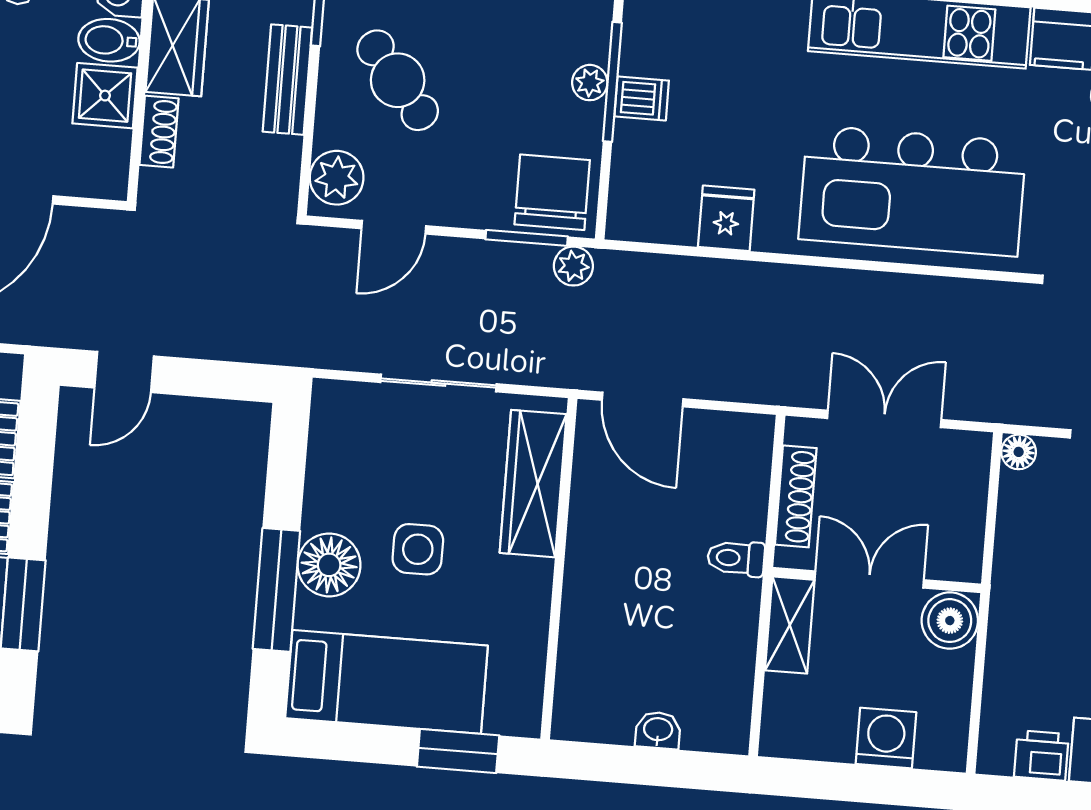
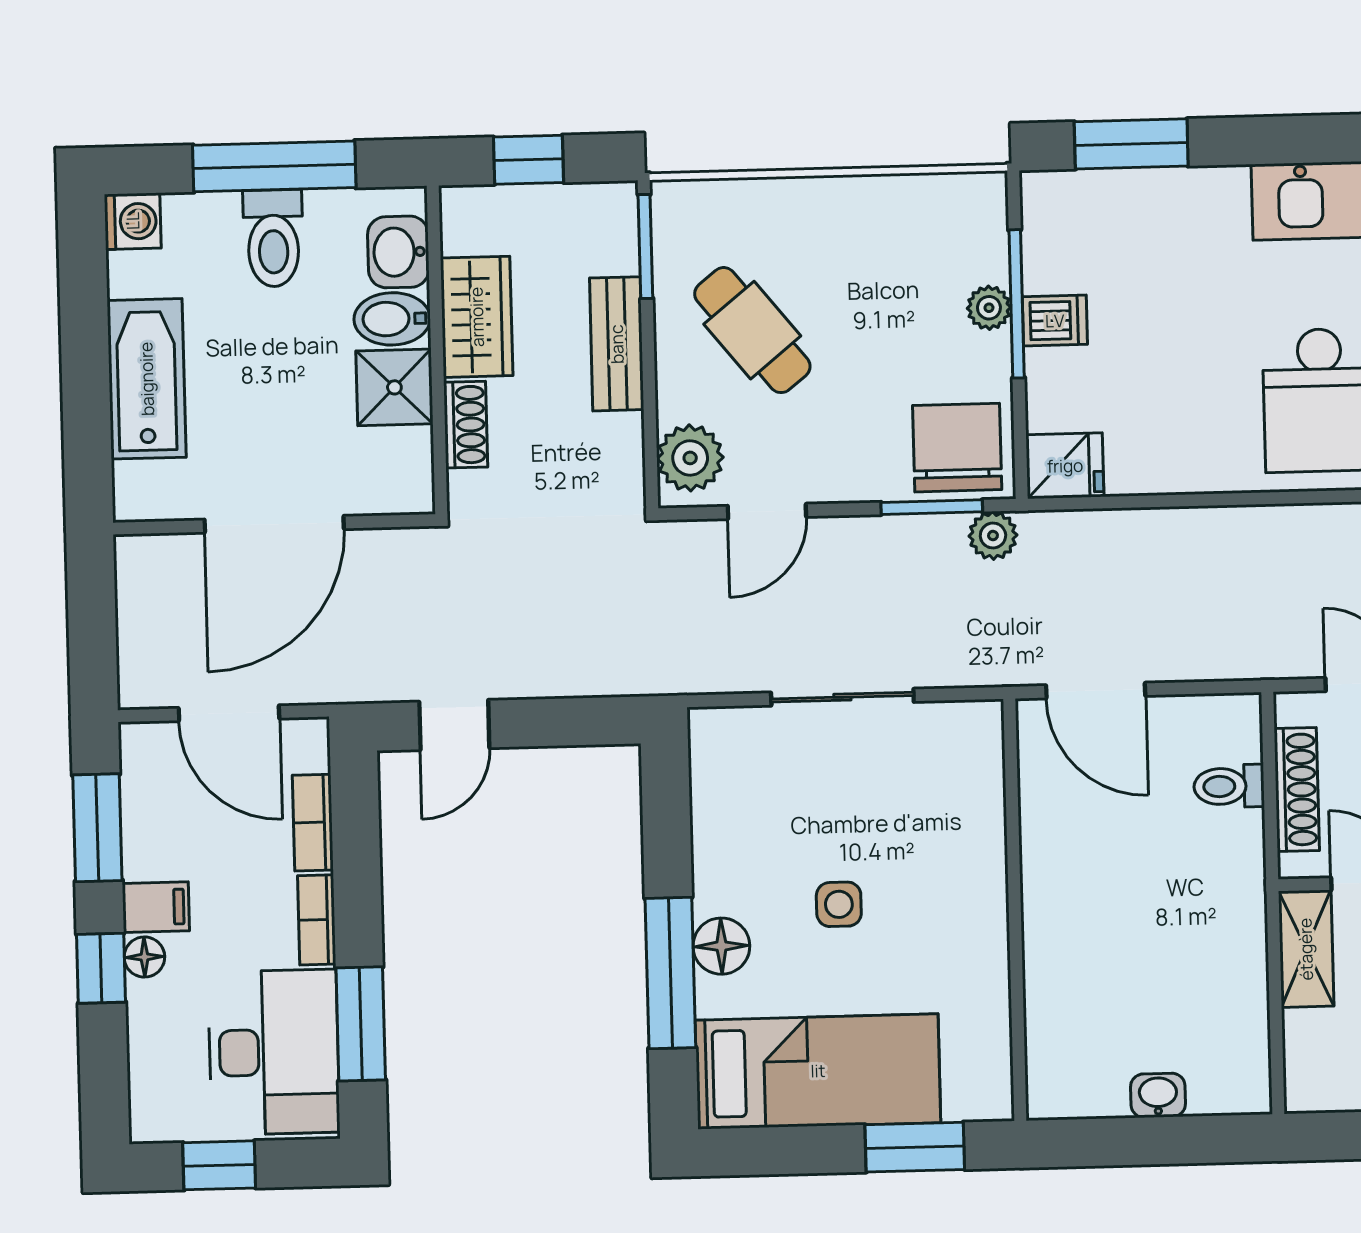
fridge: (726, 218) -> (1065, 466), moved, turned 90
wardrobe: (533, 484) -> (972, 808), removed
side table: (418, 549) -> (839, 904), width x0.73, depth x0.73
toilet: (736, 558) -> (1229, 786), moved
floor lamp: (329, 565) -> (721, 946), width x0.73, depth x0.73

